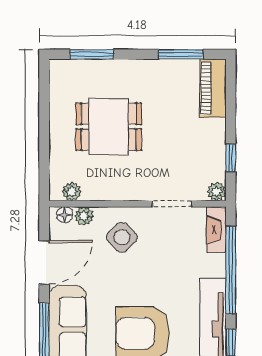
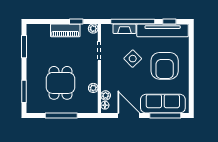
piano: (213, 88) -> (65, 30), moved
window: (44, 128) -> (61, 115), added
plant: (72, 192) -> (93, 88), moved
fireplace: (216, 230) -> (124, 29), moved
side table: (122, 237) -> (133, 59), moved

